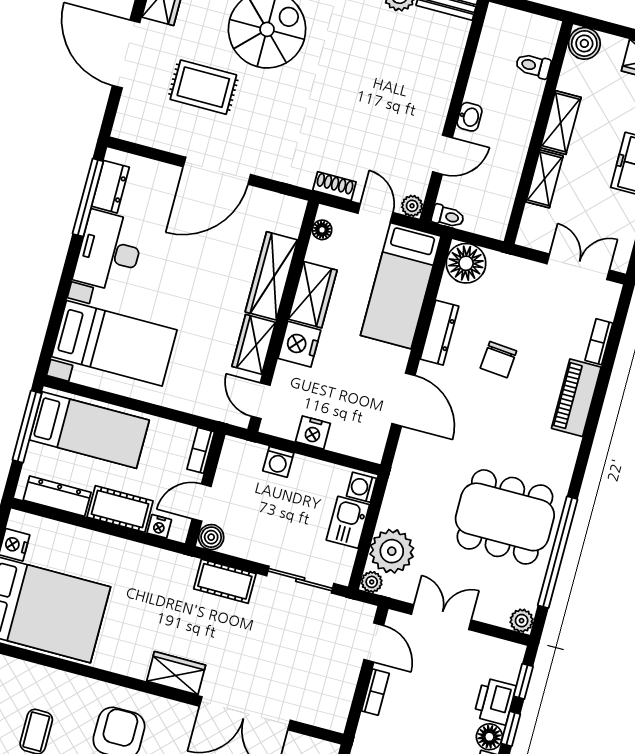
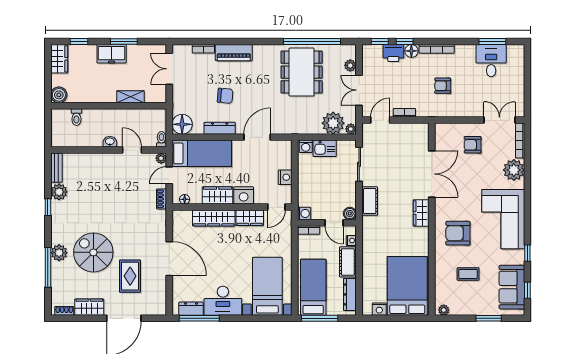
shelving: (561, 122) -> (101, 96), removed
washing machine: (278, 462) -> (304, 213), moved
plant: (522, 621) -> (350, 65), moved

